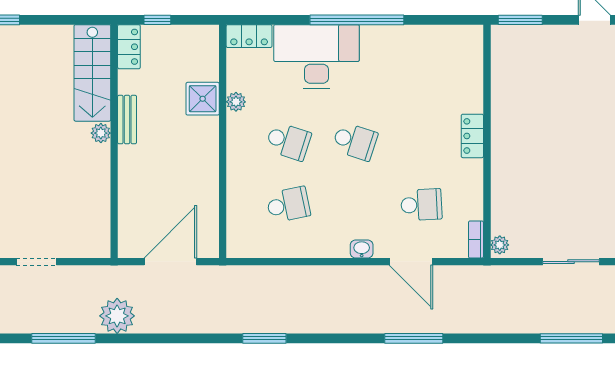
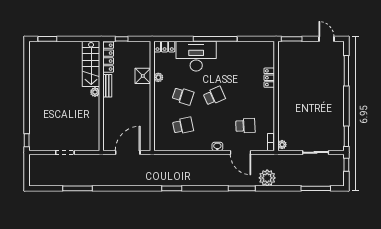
locker: (129, 47) -> (108, 57), width x1.53
locker: (472, 136) -> (269, 78), moved
school desk: (355, 141) -> (214, 96), turned -42
plant: (117, 316) -> (267, 178), moved

